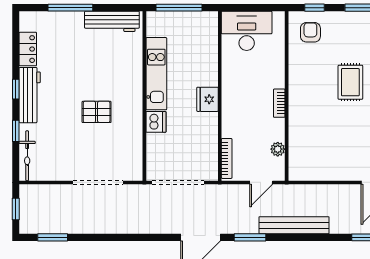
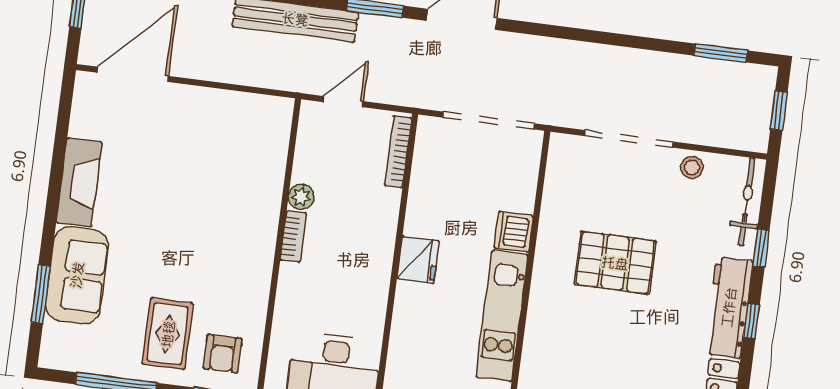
rug: (350, 82) -> (168, 334), moved
pallet: (97, 112) -> (615, 263), width x1.50, depth x1.42
plant: (278, 149) -> (301, 197), moved
stool: (61, 171) -> (692, 167), added

